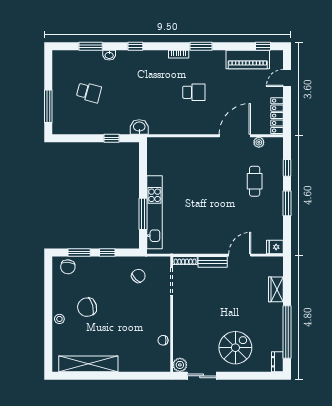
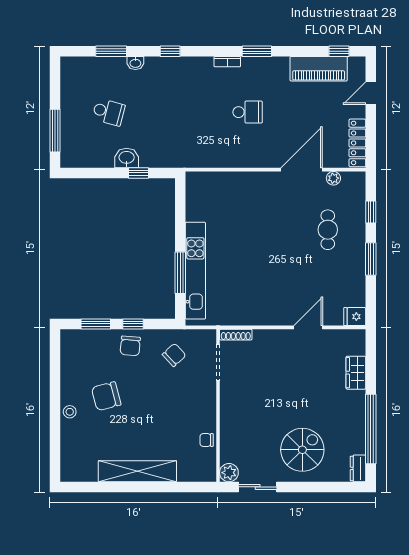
washbasin: (139, 127) -> (127, 158), moved
bench: (213, 262) -> (272, 336), removed
chair: (68, 267) -> (130, 346), moved
shelving: (88, 364) -> (137, 471), moved

